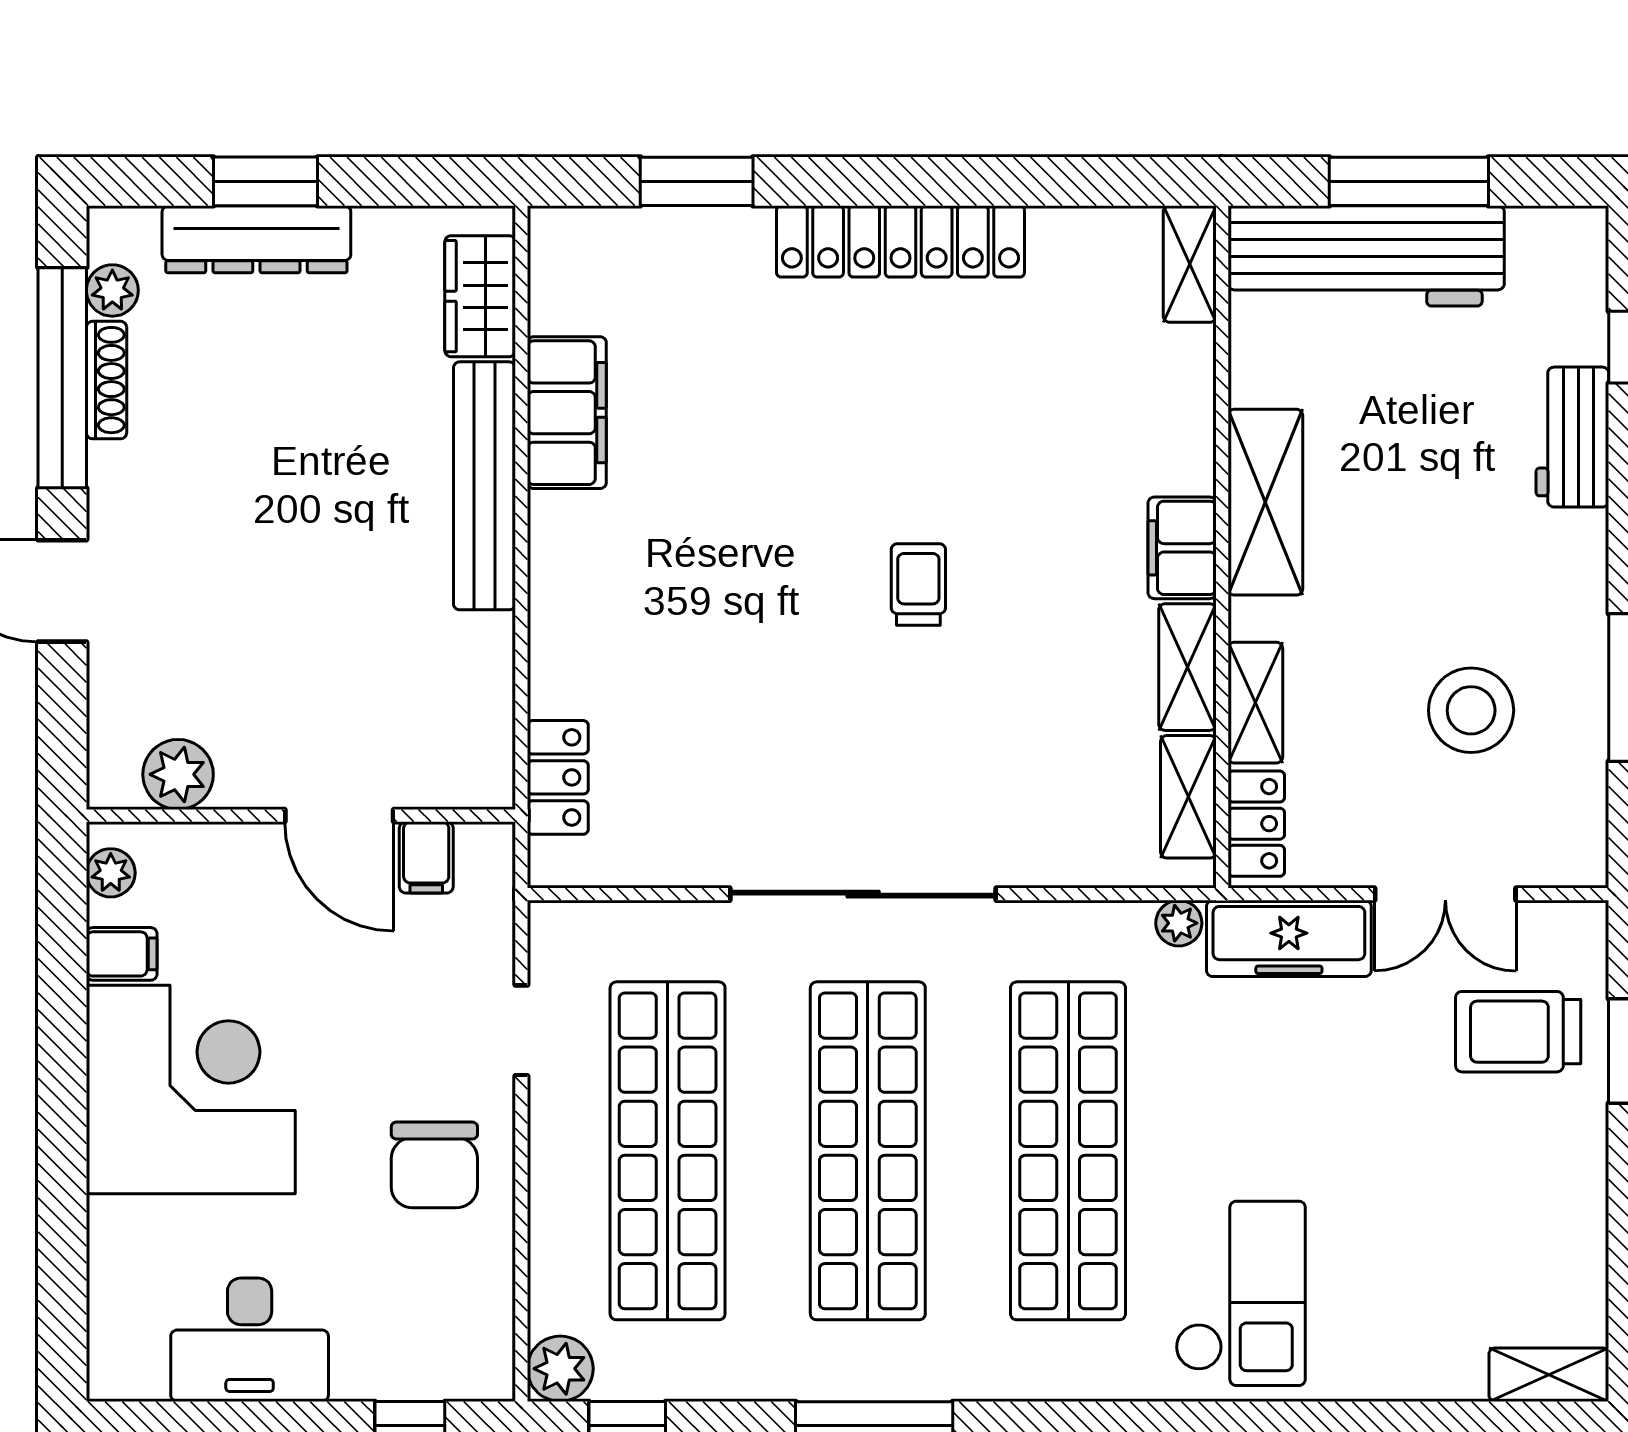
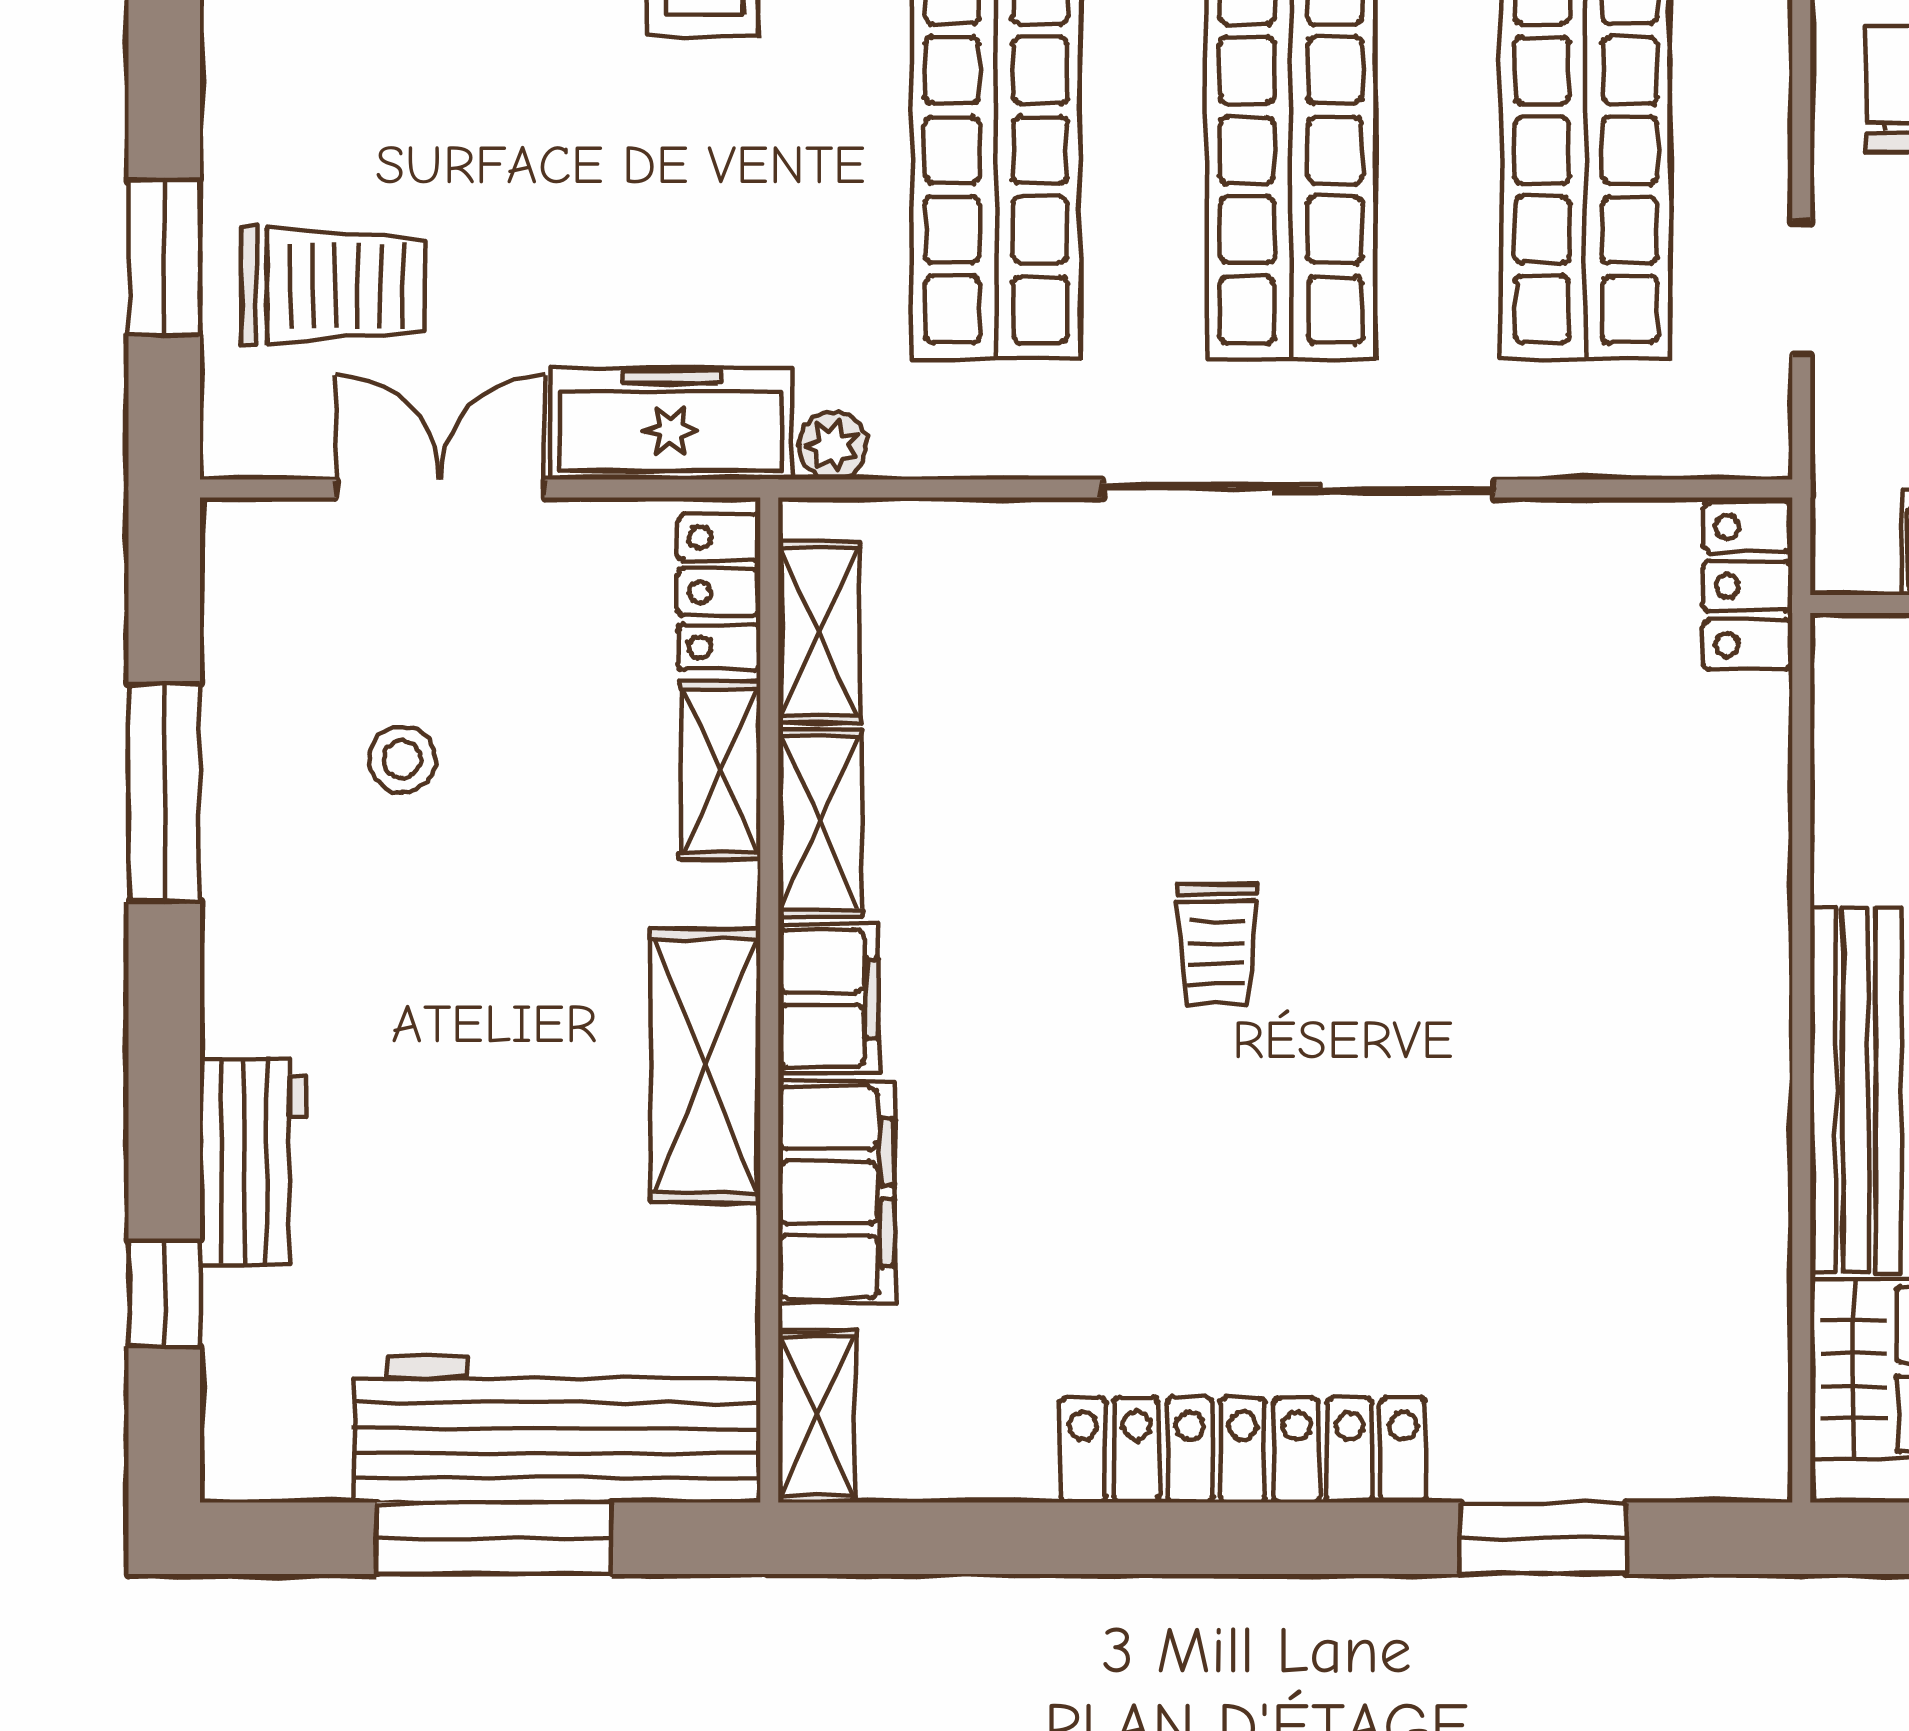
filing cabinet: (567, 413) -> (836, 1193), moved, turned 180
stool: (1471, 710) -> (402, 759), width x0.53, depth x0.53
locker: (558, 777) -> (1748, 586), moved

